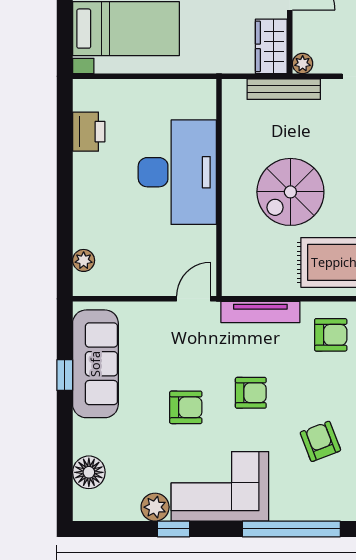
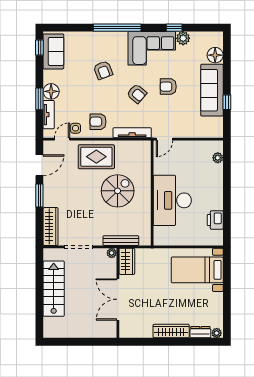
sofa: (95, 364) -> (212, 90), moved
armchair: (251, 393) -> (137, 94), turned -139

